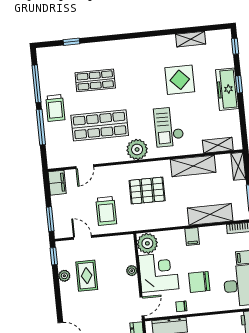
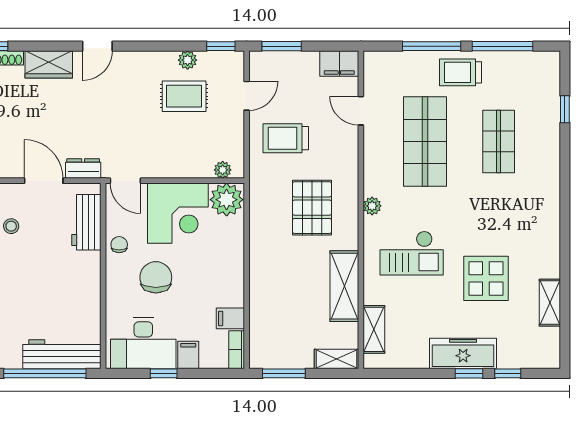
window: (235, 46) -> (508, 373), moved
checkout: (169, 127) -> (412, 253), turned 180
plant: (137, 149) -> (372, 206), width x0.53, depth x0.53
shelving: (210, 214) -> (263, 306), removed
filing cabinet: (192, 237) -> (230, 318), moved
plant: (132, 271) -> (223, 170), moved

